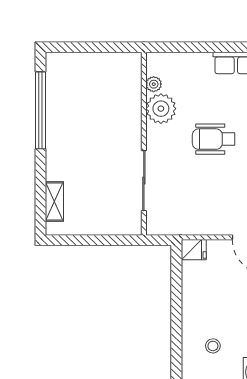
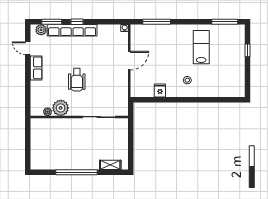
window: (40, 110) -> (76, 172), moved
fridge: (194, 250) -> (160, 90), moved

